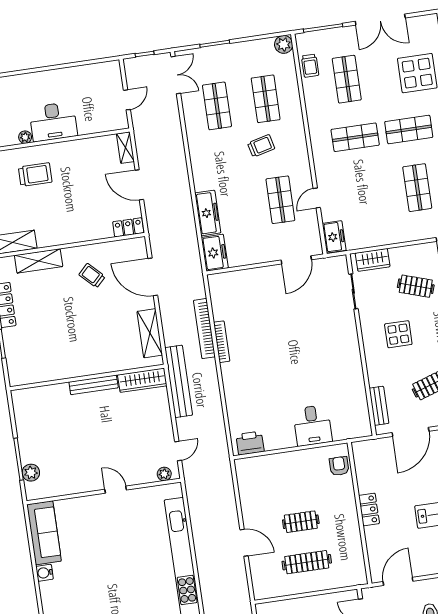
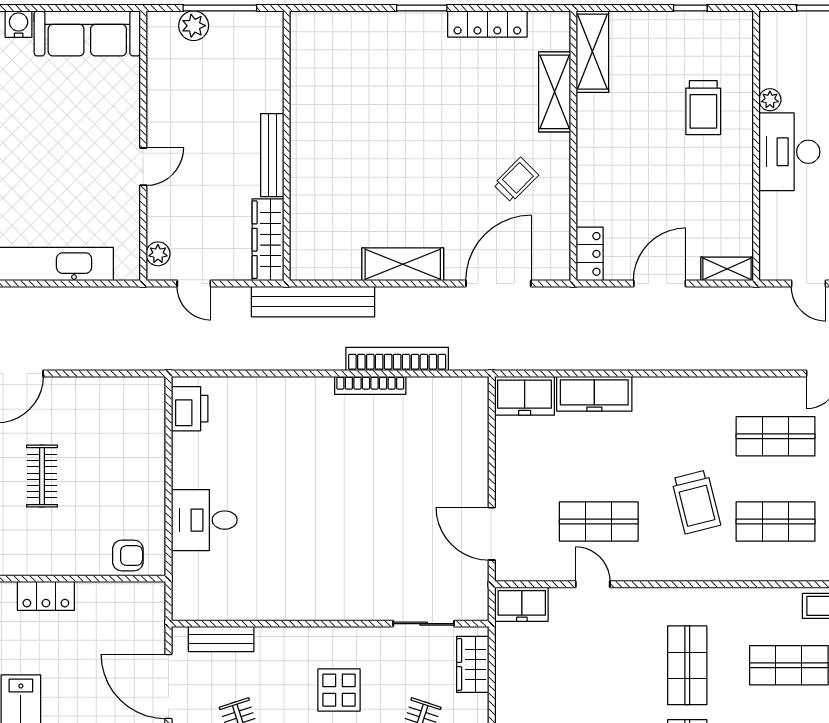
trolley: (261, 146) -> (696, 502), width x1.36, depth x1.39
wall: (87, 377) -> (287, 146), moved
wardrobe: (142, 380) -> (268, 240), moved
bench: (94, 385) -> (272, 155), moved

